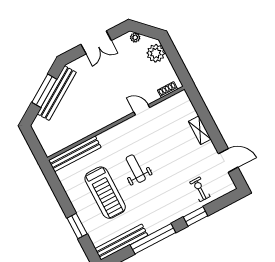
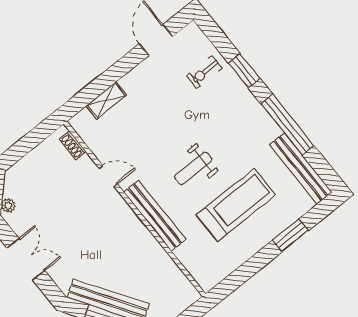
plant: (156, 53) -> (25, 172), removed
door: (142, 110) -> (108, 176), swing flipped
shelving: (200, 130) -> (106, 100), moved
bench: (75, 154) -> (155, 216), moved

